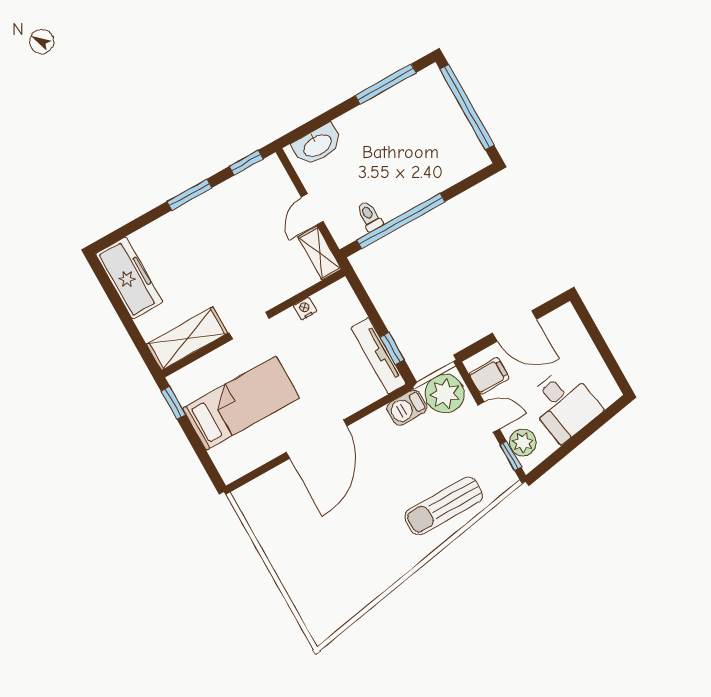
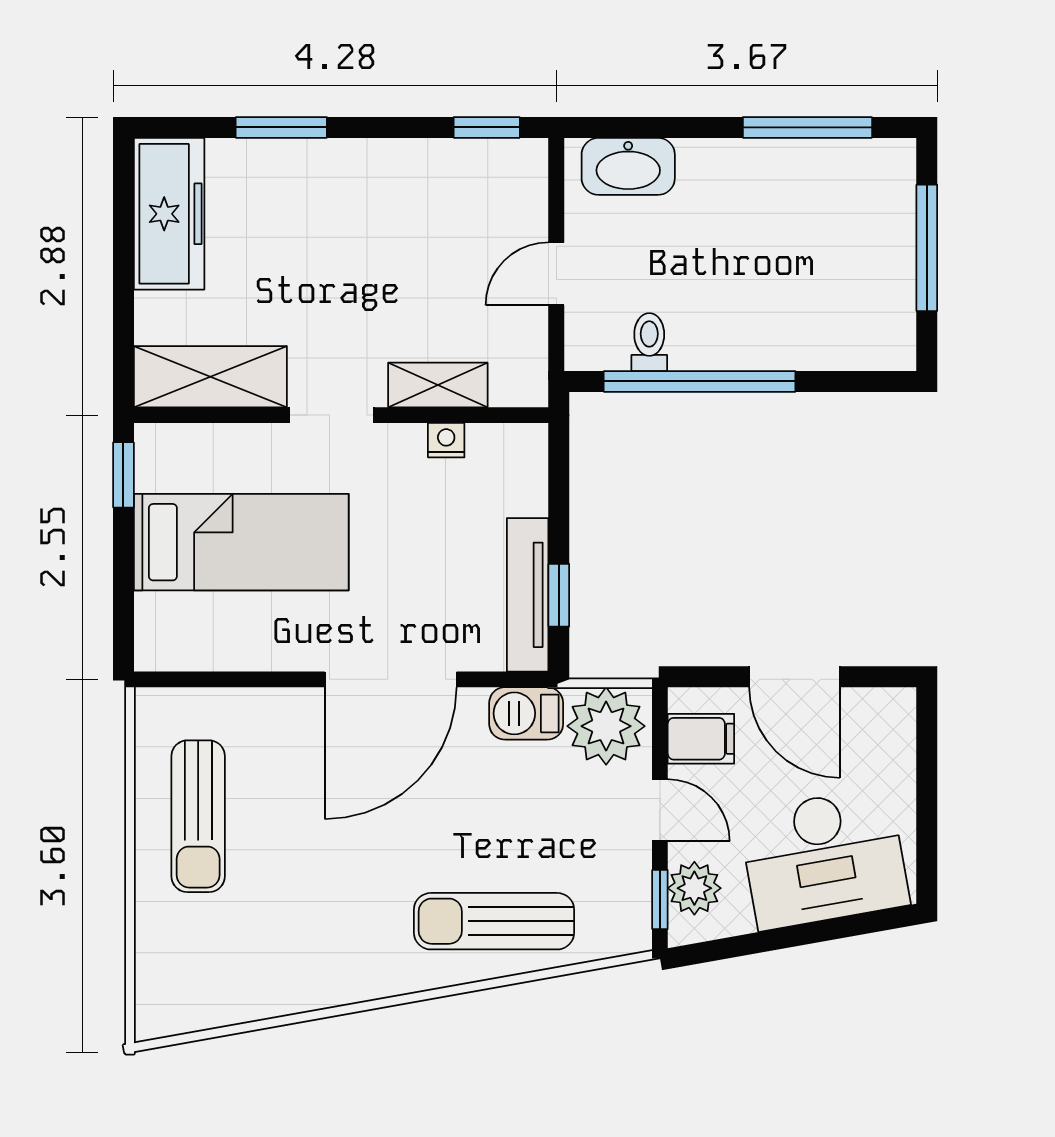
window: (467, 107) -> (927, 248), width x0.68
window: (189, 195) -> (281, 127), moved
shelving: (320, 253) -> (438, 385), moved, turned 90
desk: (564, 405) -> (824, 858), width x1.37
door: (317, 439) -> (391, 679), moved
sun lounger: (289, 533) -> (198, 816), added

